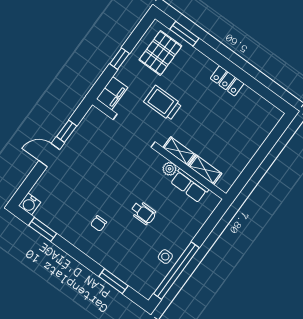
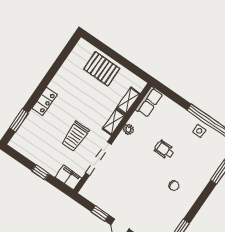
pallet: (160, 53) -> (102, 69), moved
locker: (227, 81) -> (45, 101), moved
row of seats: (189, 186) -> (149, 102), moved
wheelchair: (143, 213) -> (164, 150), turned -90

